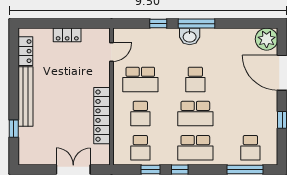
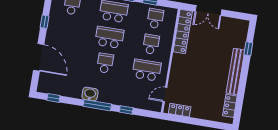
window: (254, 24) -> (53, 98), added
locker: (67, 35) -> (180, 110), moved
washbasin: (190, 36) -> (90, 94), moved
plant: (267, 39) -> (46, 85), removed
locker: (102, 116) -> (183, 32), moved

